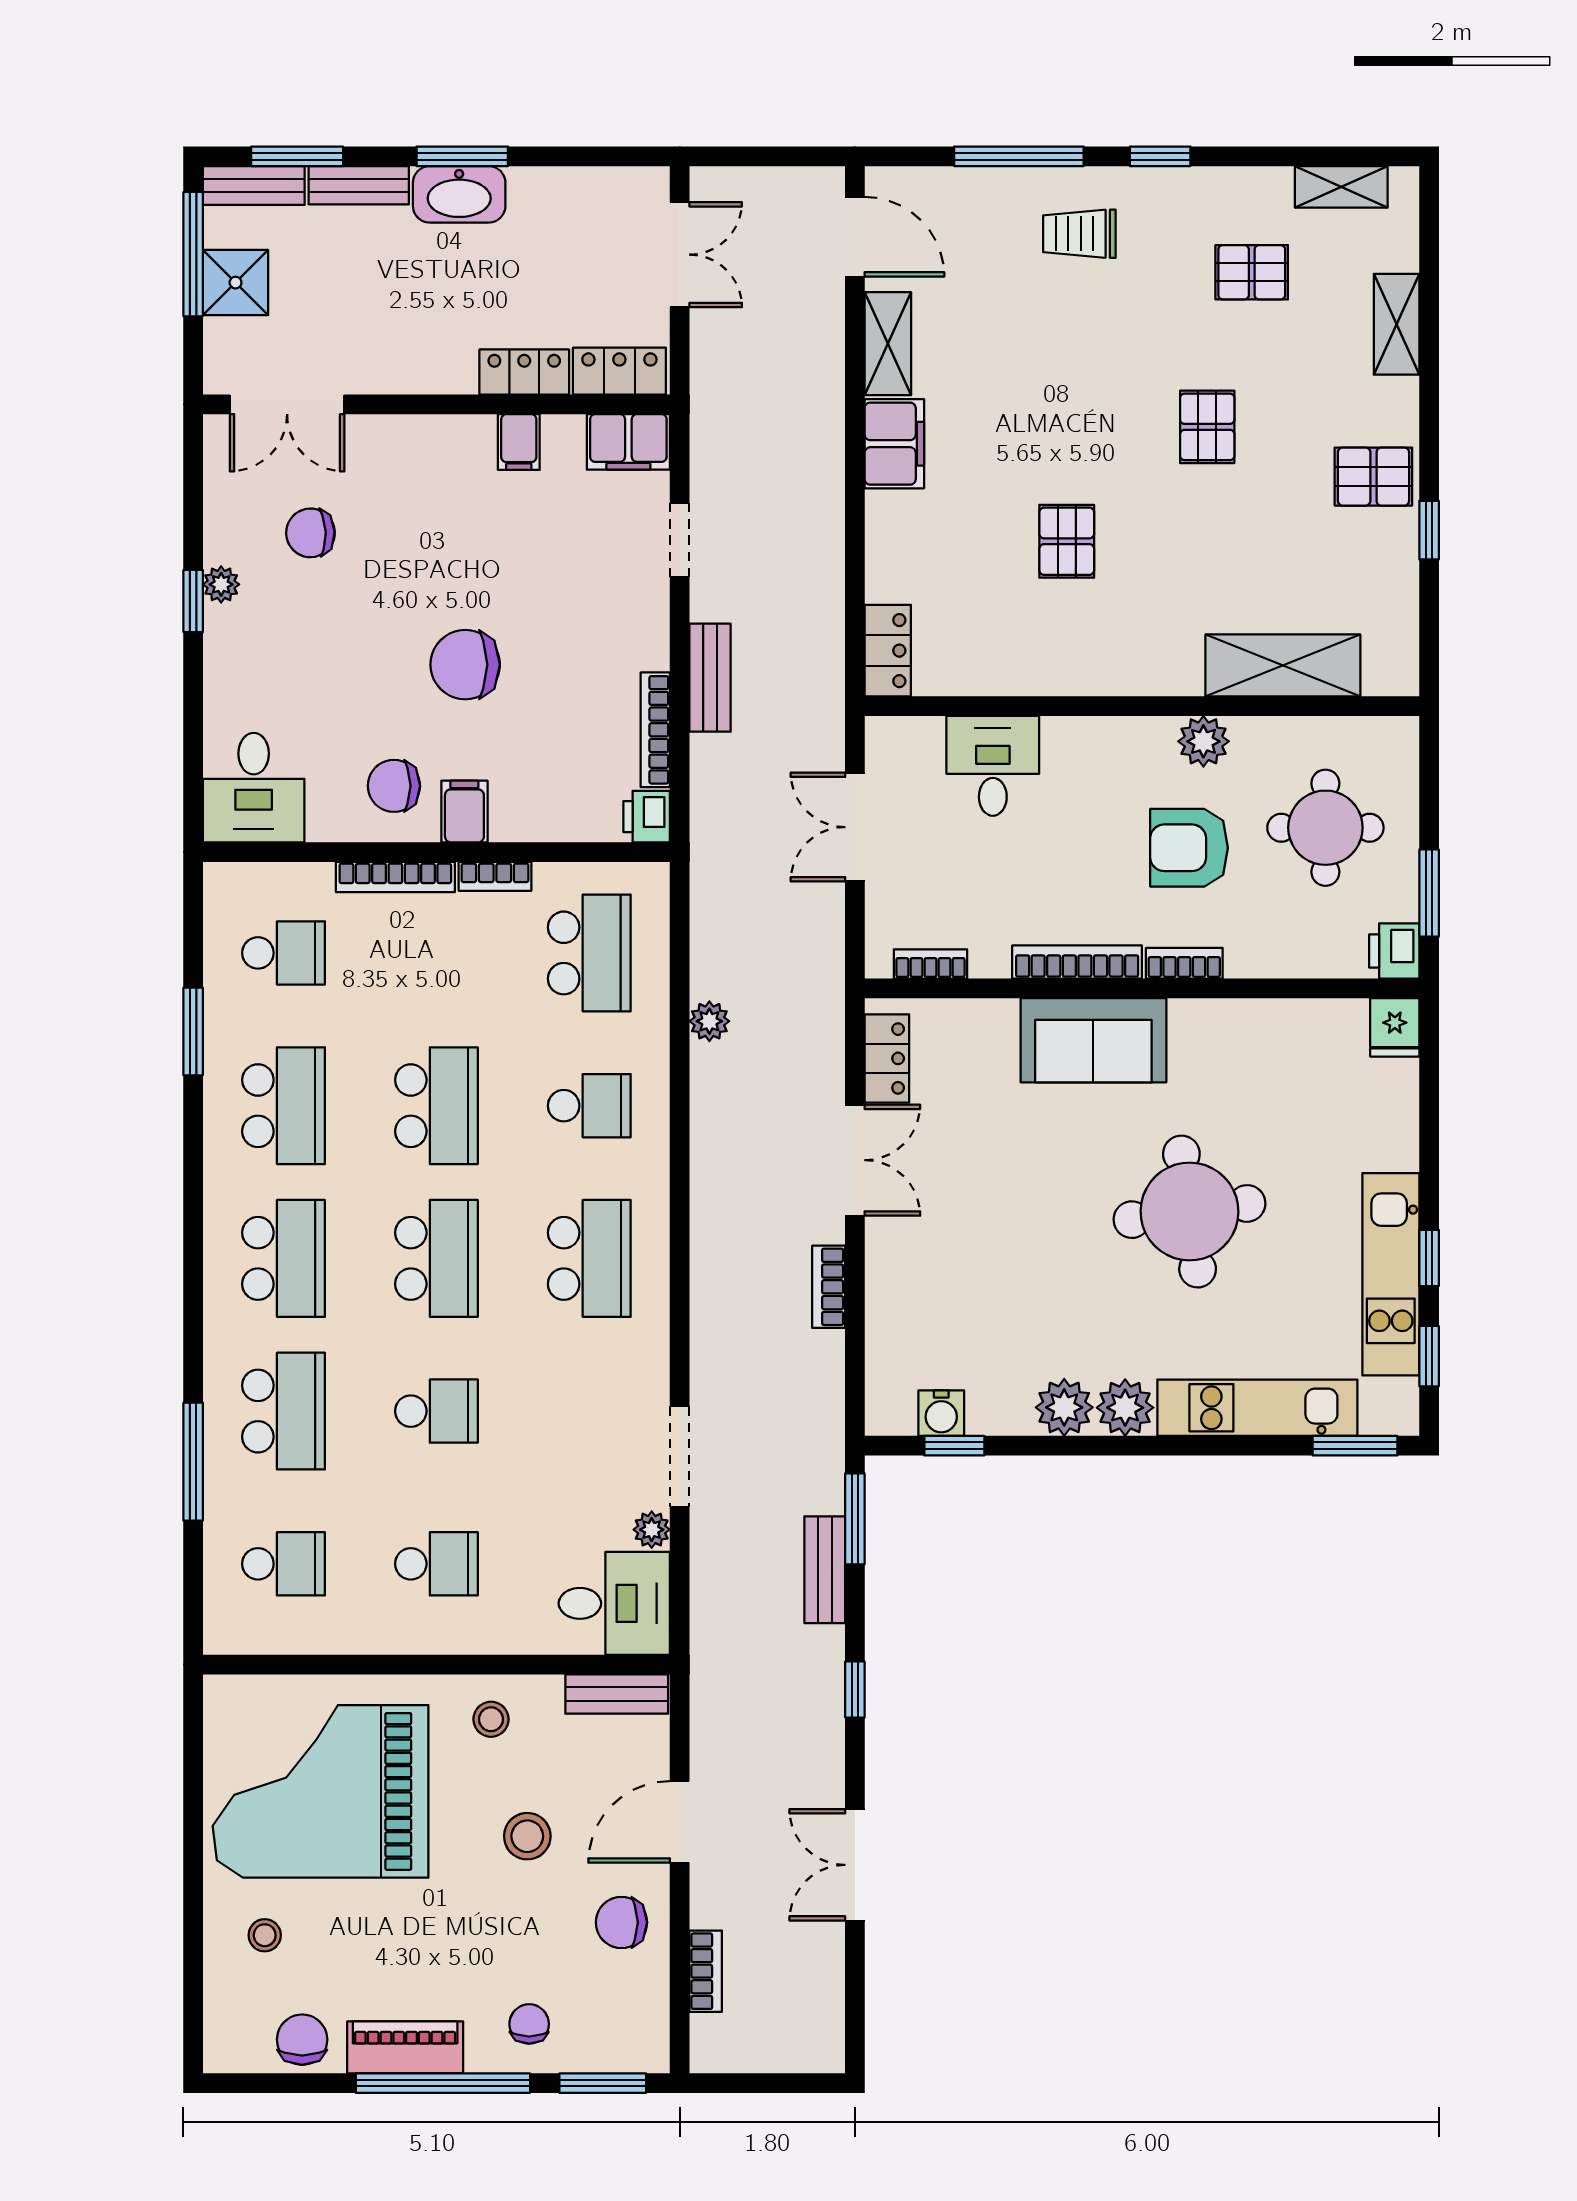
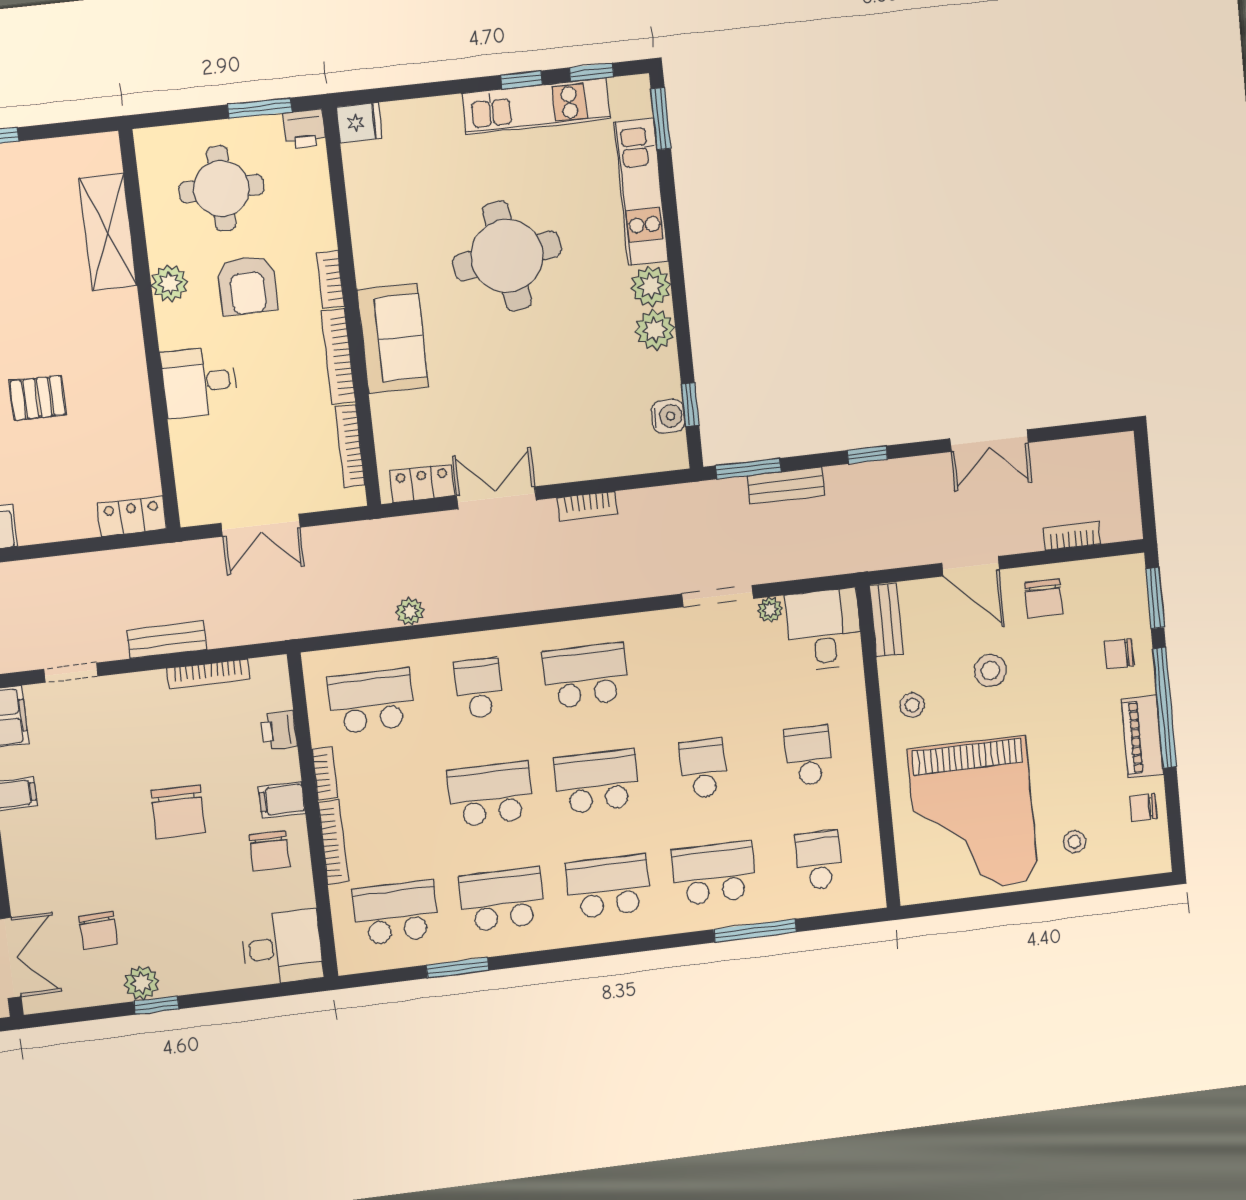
plant: (221, 584) -> (142, 983), width x1.38, depth x1.38
desk: (993, 766) -> (199, 382), moved
printer: (647, 817) -> (279, 730), moved, turned 90
school desk: (284, 953) -> (396, 913), width x1.85
bookcase: (930, 964) -> (350, 446), width x1.56
chair: (302, 2040) -> (1143, 808), width x0.73, depth x0.73

